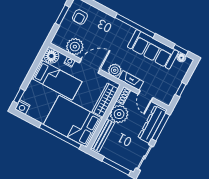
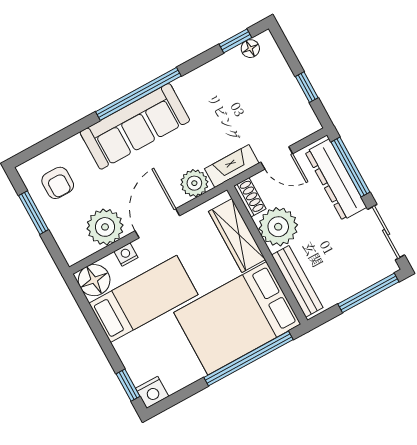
sofa: (153, 49) -> (135, 126), moved

